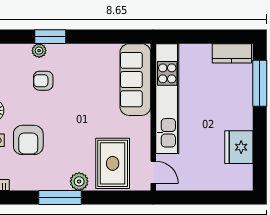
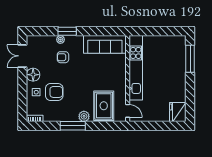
kitchen counter: (232, 53) -> (174, 41), removed
sofa: (135, 80) -> (105, 44), moved, turned -90
armchair: (28, 140) -> (54, 92), turned -90
fridge: (239, 147) -> (178, 112), moved

